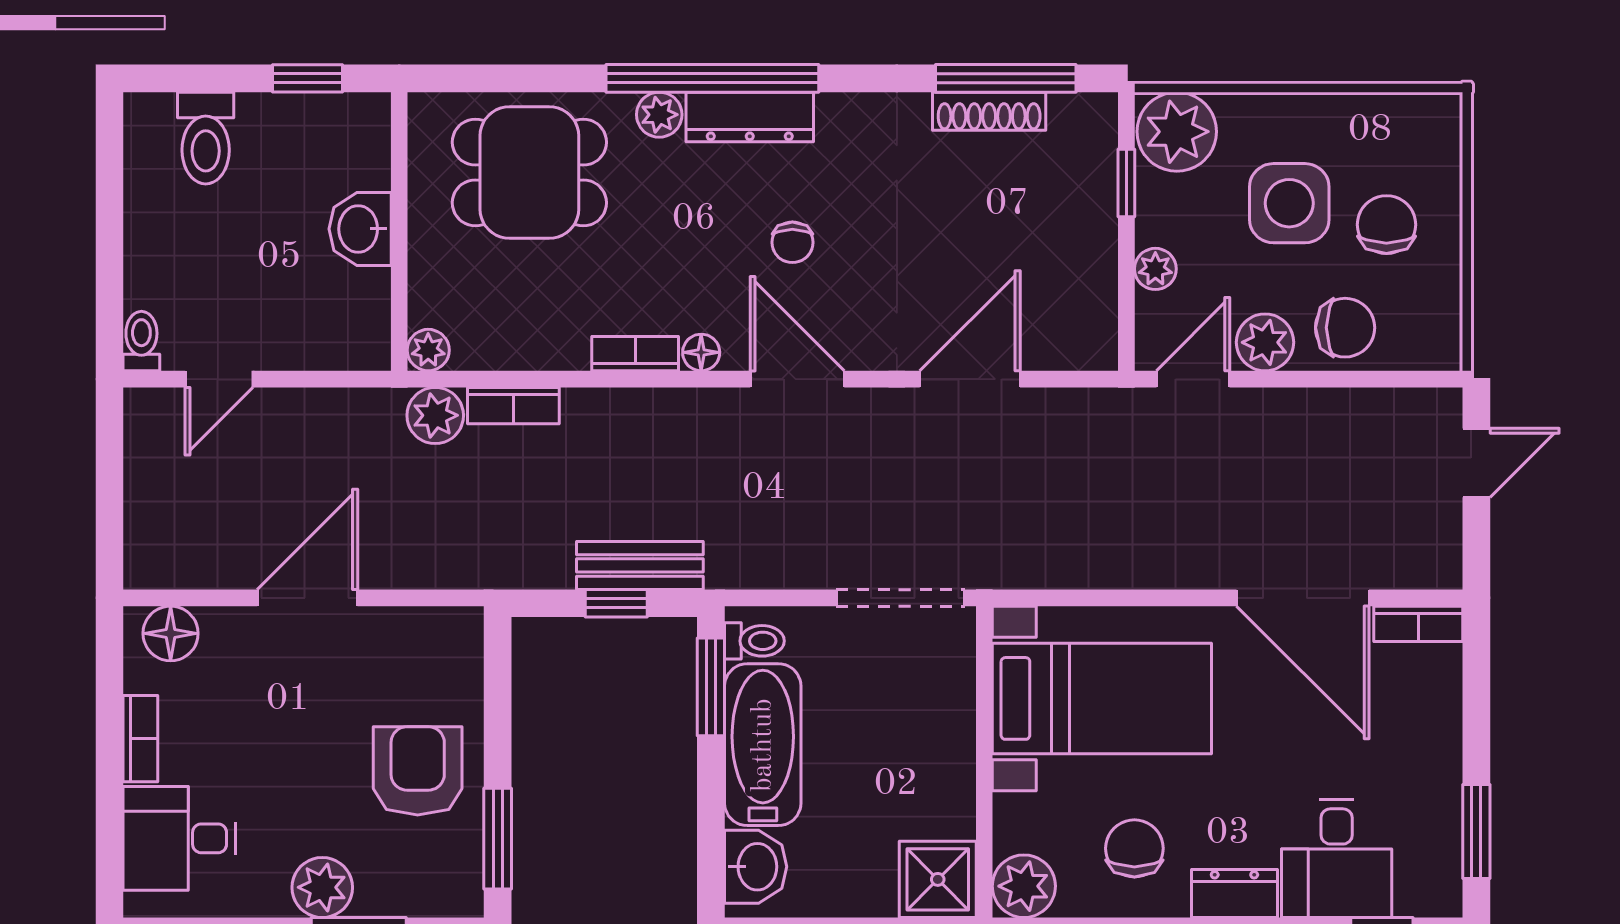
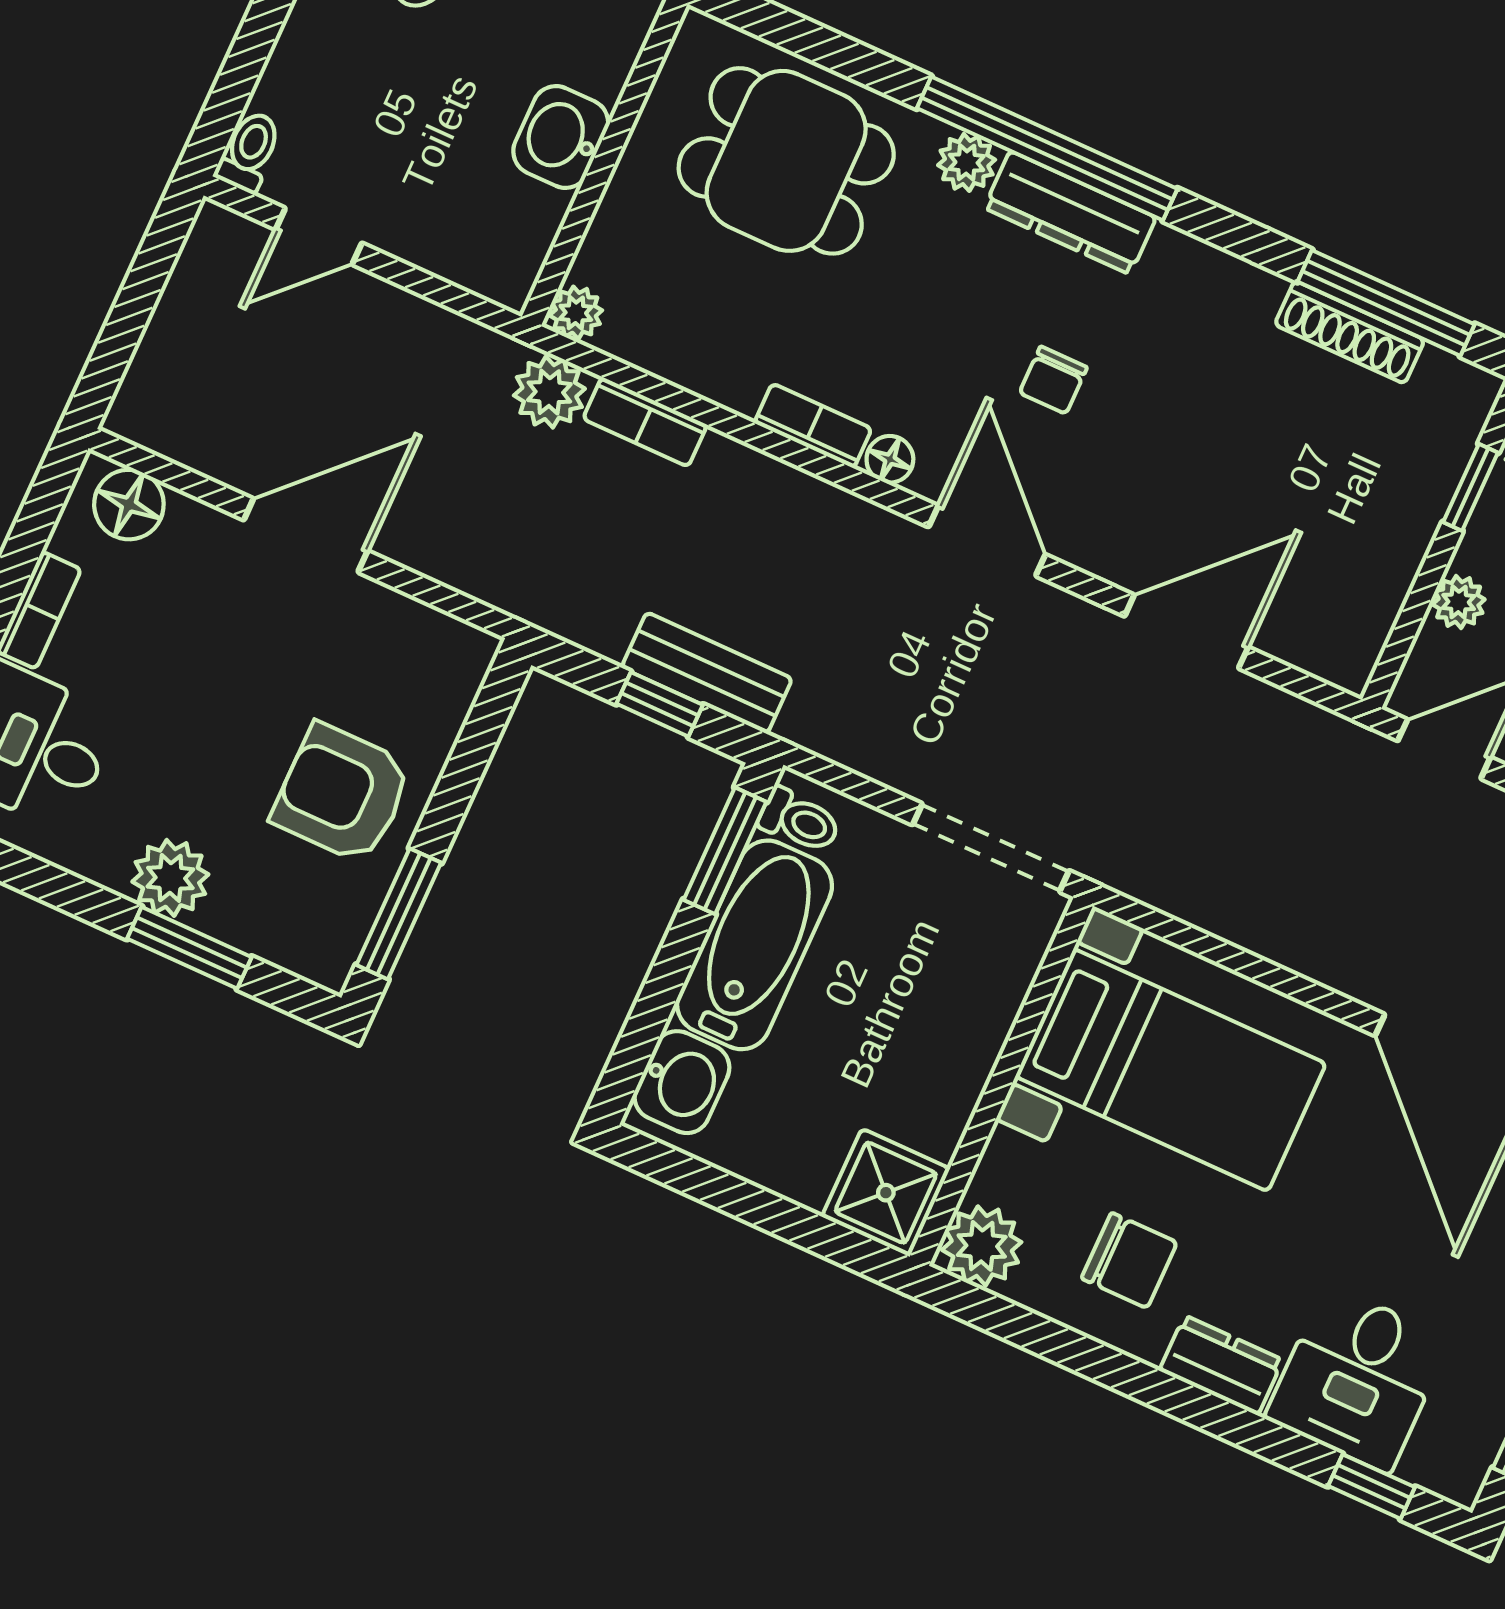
armchair: (418, 771) -> (342, 793), turned -90
chair: (1134, 848) -> (1129, 1260), turned 90

